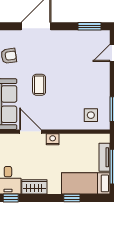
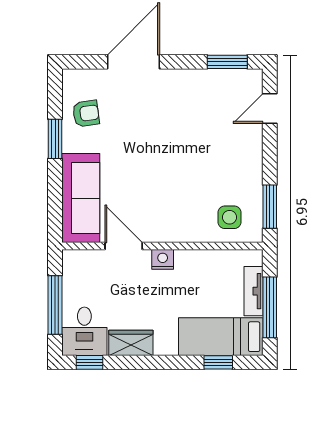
coffee table: (39, 85) -> (139, 164), removed
window: (72, 198) -> (218, 362), moved

